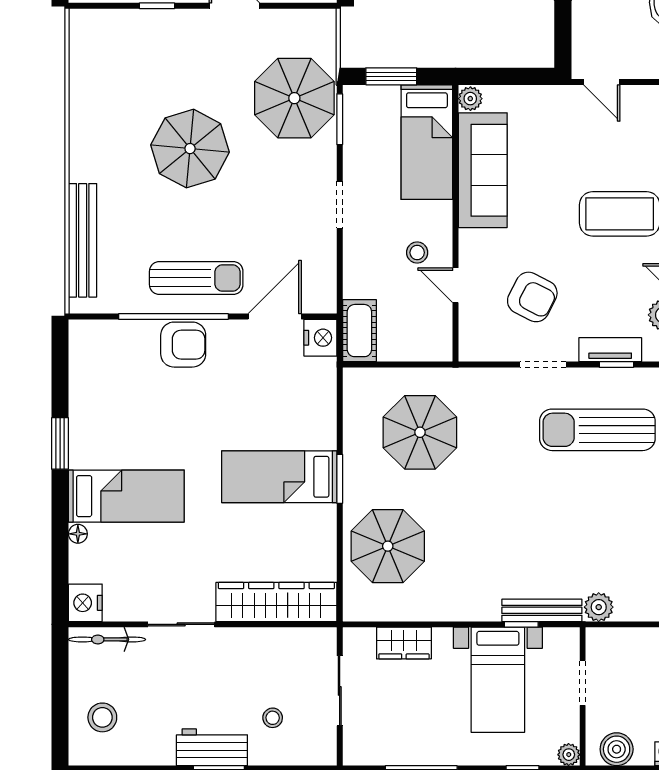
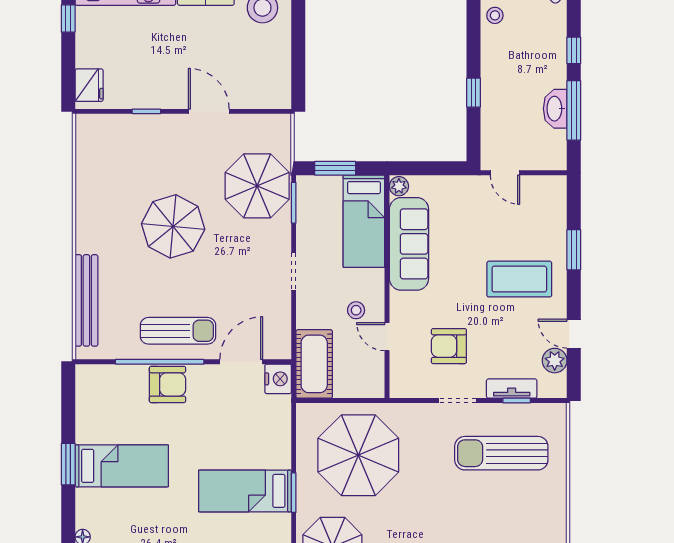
armchair: (532, 297) -> (449, 346), turned 153
cot: (359, 331) -> (314, 364), width x1.37, depth x1.34
parasol: (420, 432) -> (358, 455), width x1.36, depth x1.36
bed: (126, 496) -> (122, 466), moved

